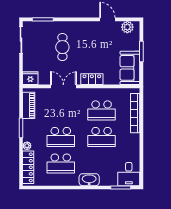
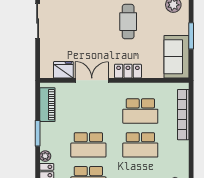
cafe table: (62, 47) -> (128, 22), moved
fridge: (30, 78) -> (63, 70), moved

